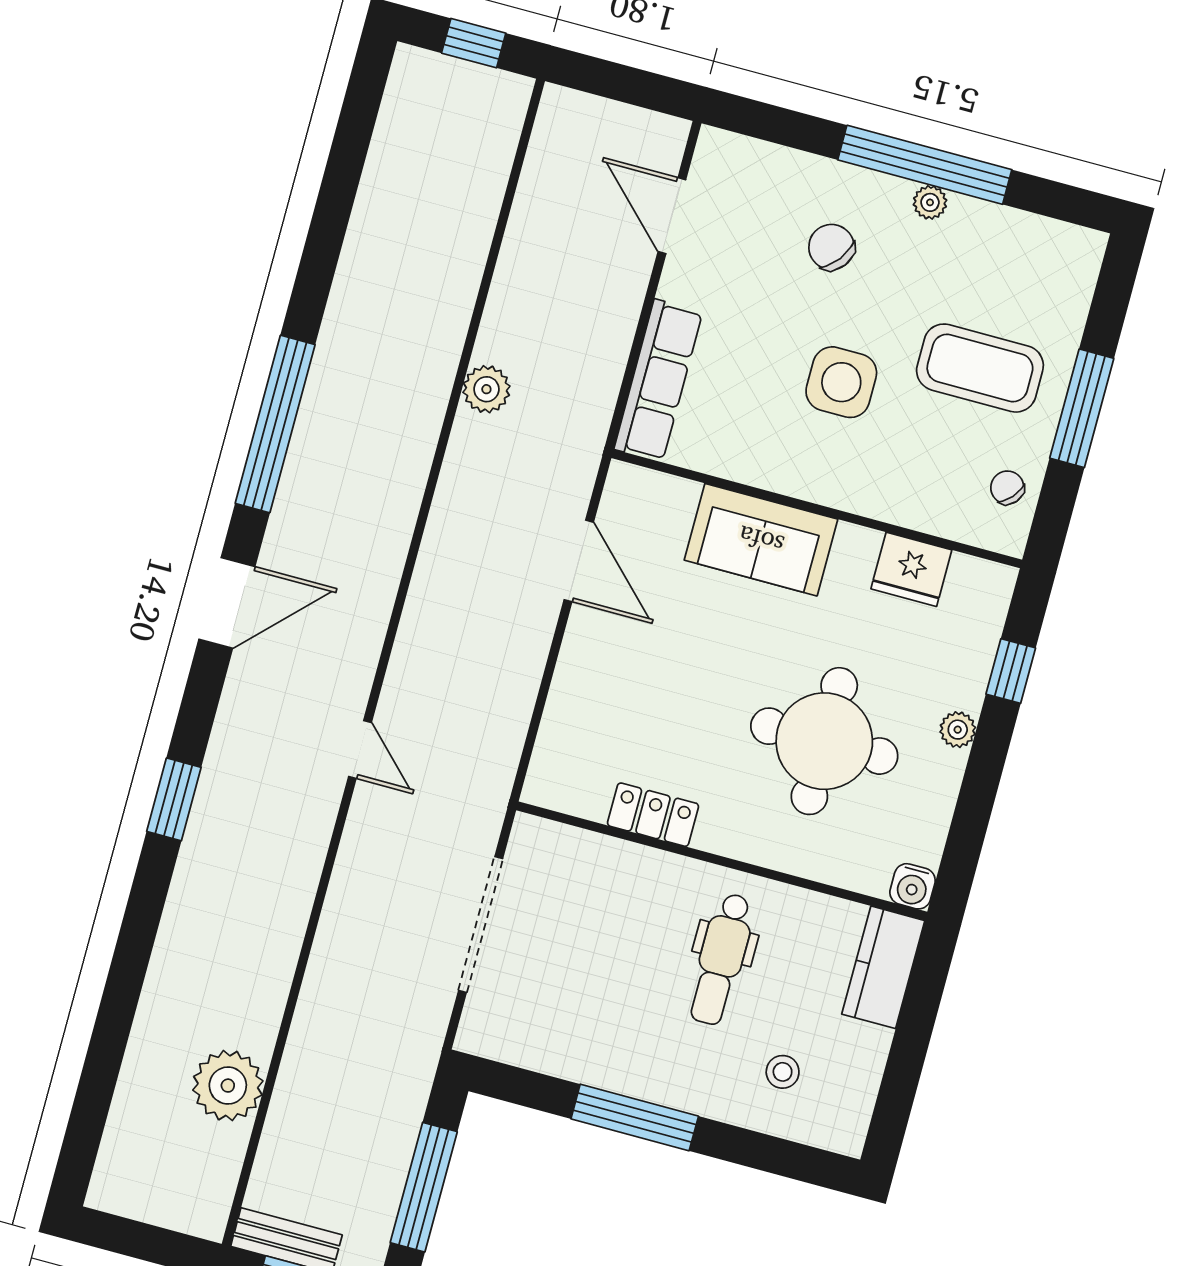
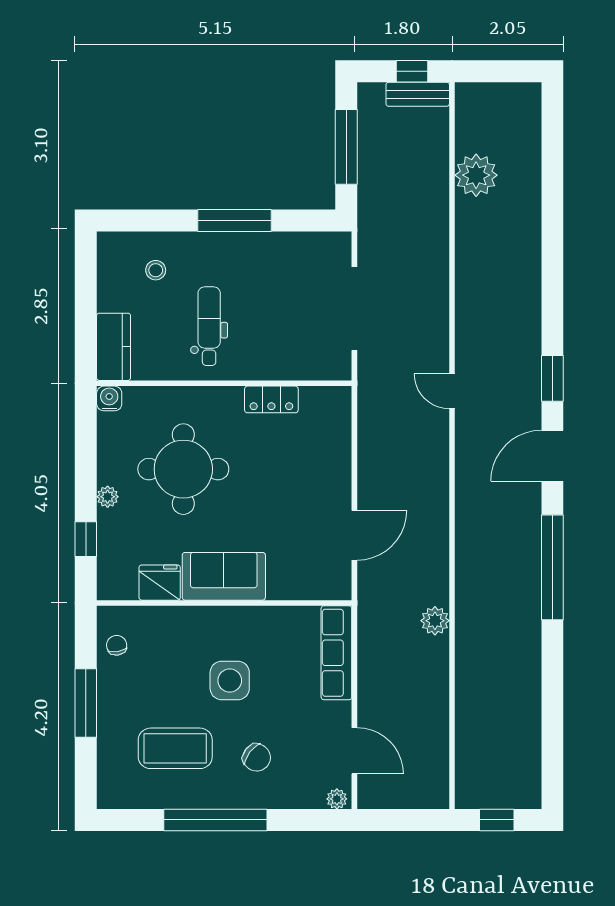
plant: (930, 202) -> (337, 799), moved
coffee table: (980, 368) -> (175, 748), moved
chair: (1007, 488) -> (117, 645), turned -140
sofa: (761, 540) -> (224, 576), moved
door: (579, 561) -> (354, 535), swing flipped
window: (174, 799) -> (552, 378), moved

